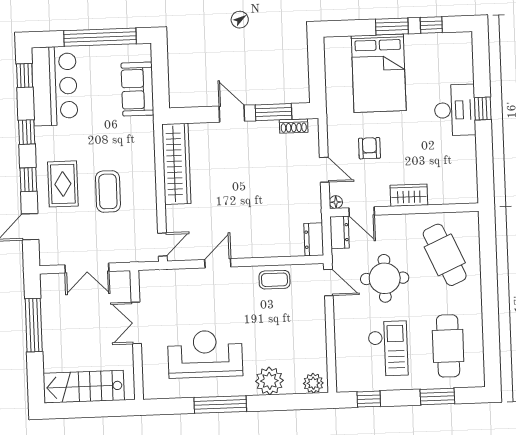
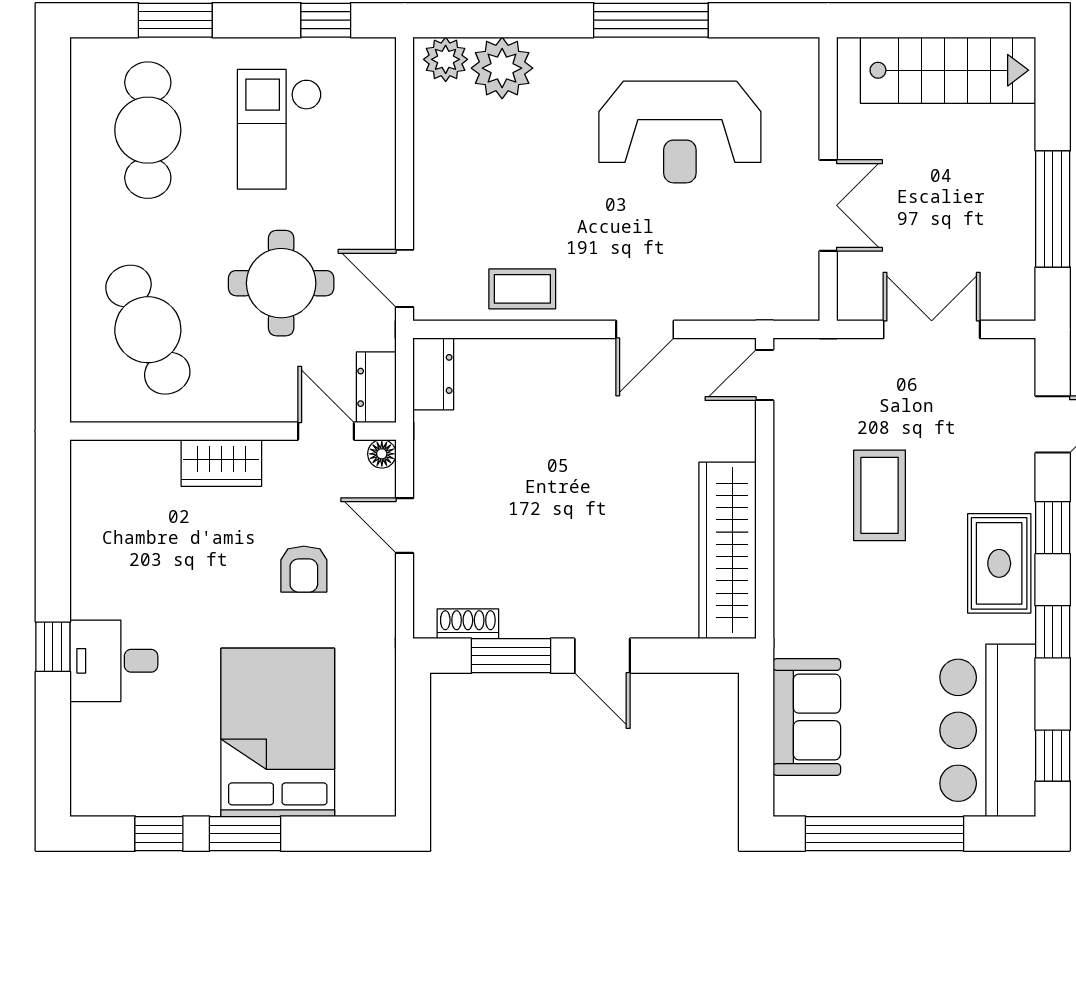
desk: (455, 110) -> (114, 661), width x0.73
rug: (63, 184) -> (999, 563), moved
plant: (269, 381) -> (502, 68), moved

